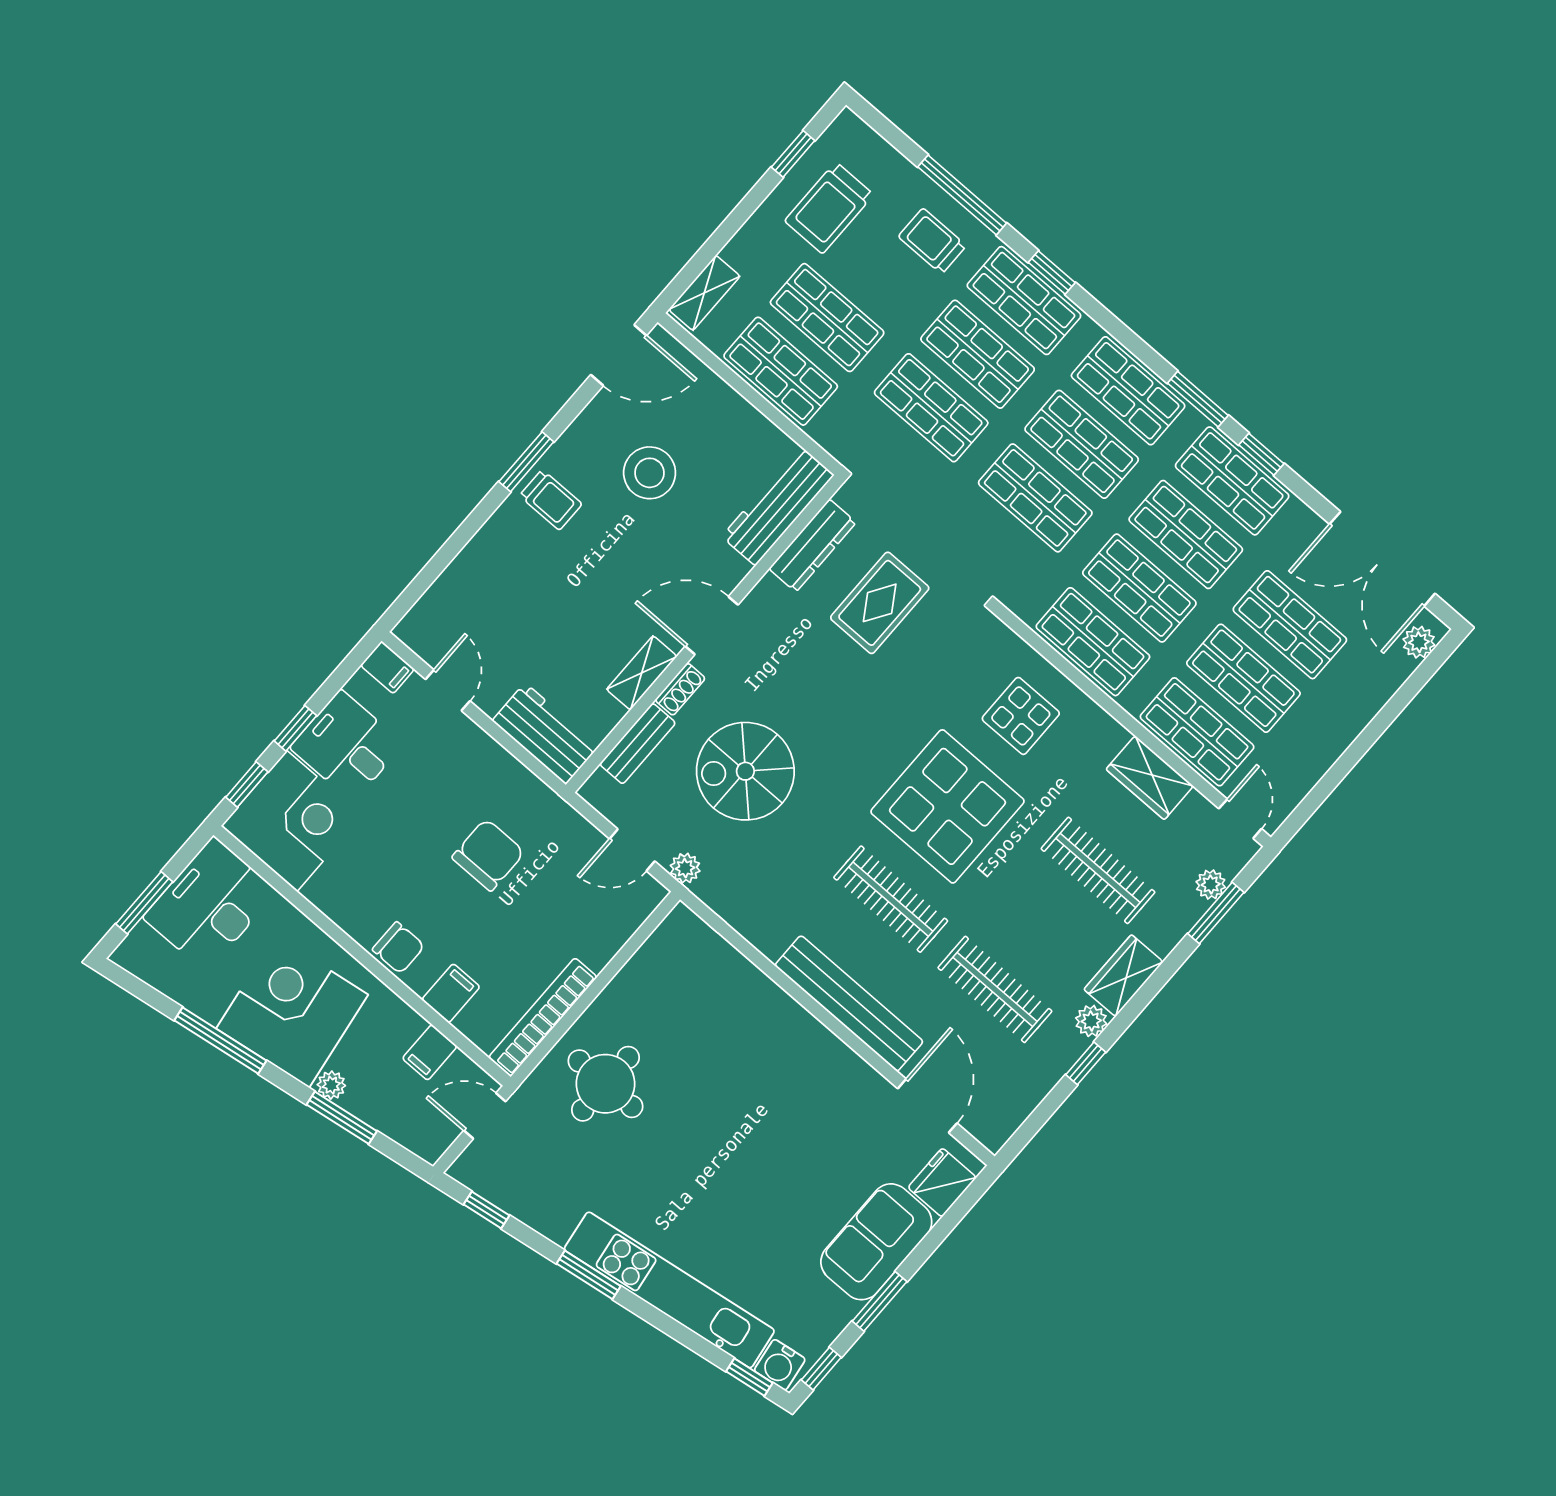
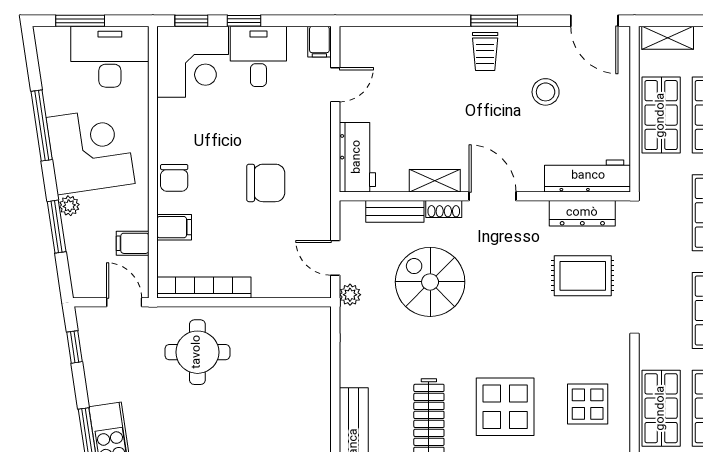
stool: (650, 473) -> (546, 92), width x0.73, depth x0.73
display table: (948, 806) -> (505, 407), width x0.73, depth x0.73

